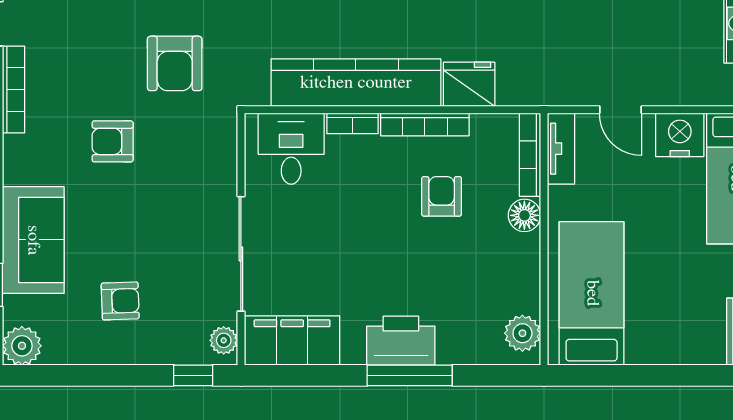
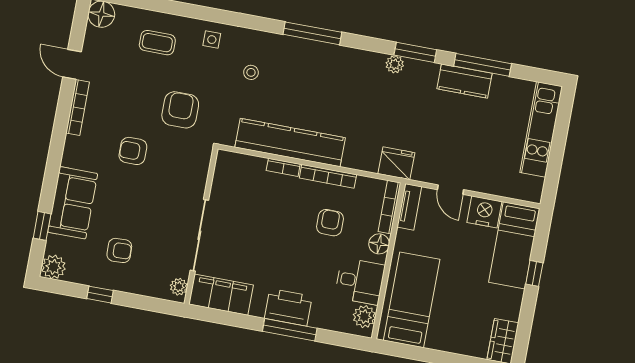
armchair: (175, 63) -> (180, 110), turned 180
fridge: (469, 84) -> (396, 163), moved
desk: (291, 149) -> (360, 281), moved, turned 90
window: (193, 375) -> (100, 295), moved

